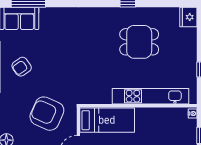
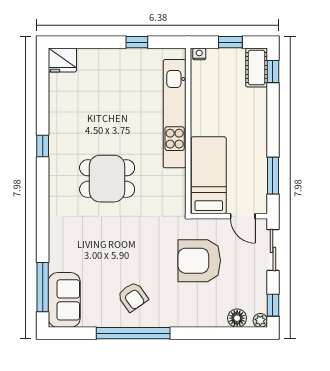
dining table: (139, 42) -> (107, 179), moved, turned 90
armchair: (47, 114) -> (199, 261), turned 66

